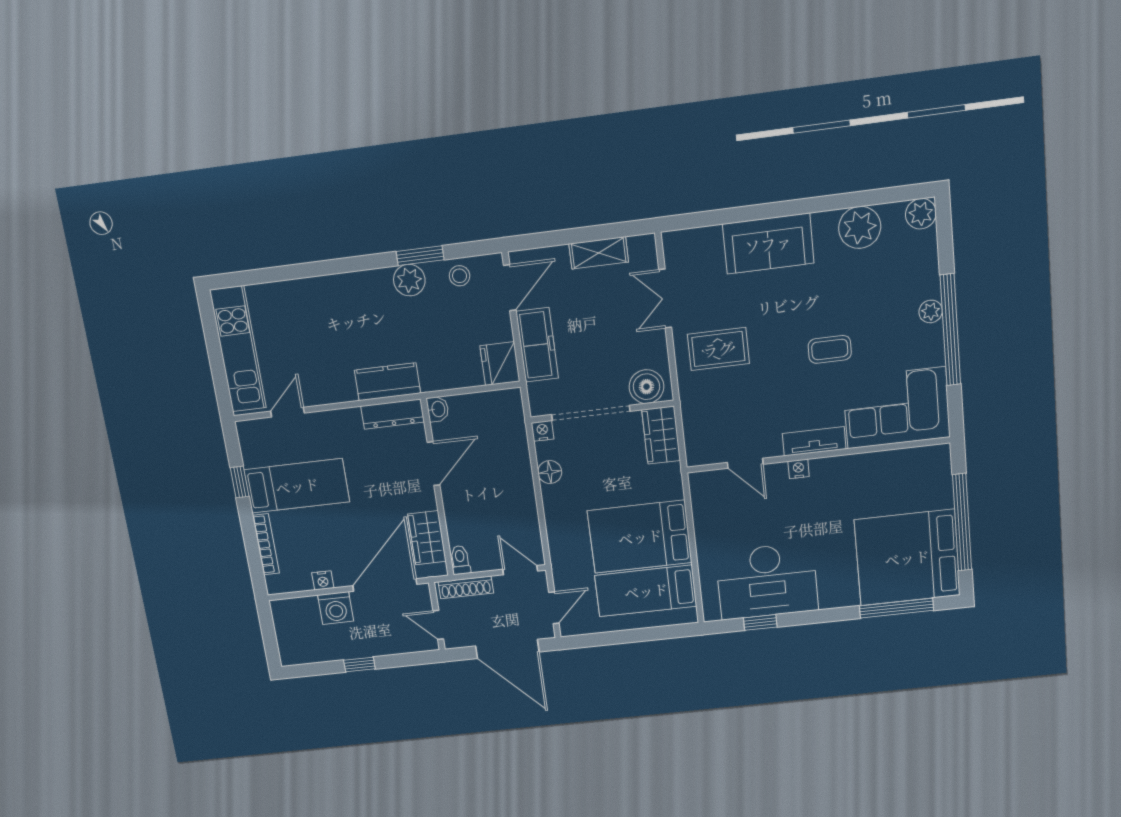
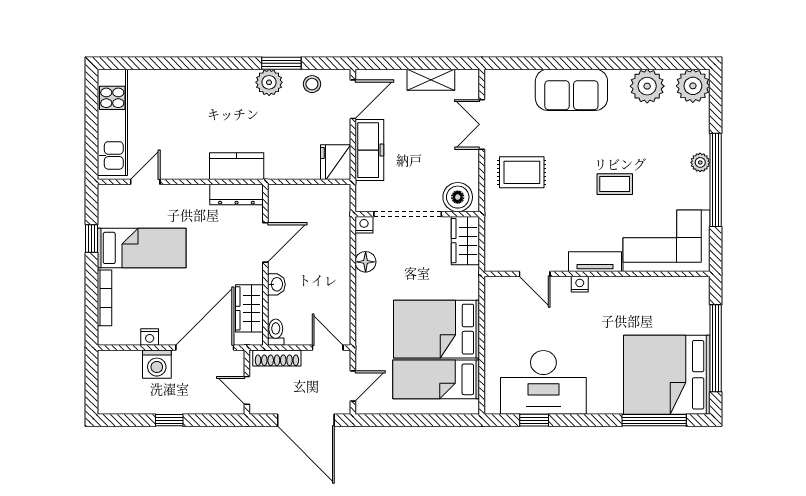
plant: (921, 214) -> (693, 86), width x1.36, depth x1.36
washbasin: (438, 409) -> (276, 284), moved

